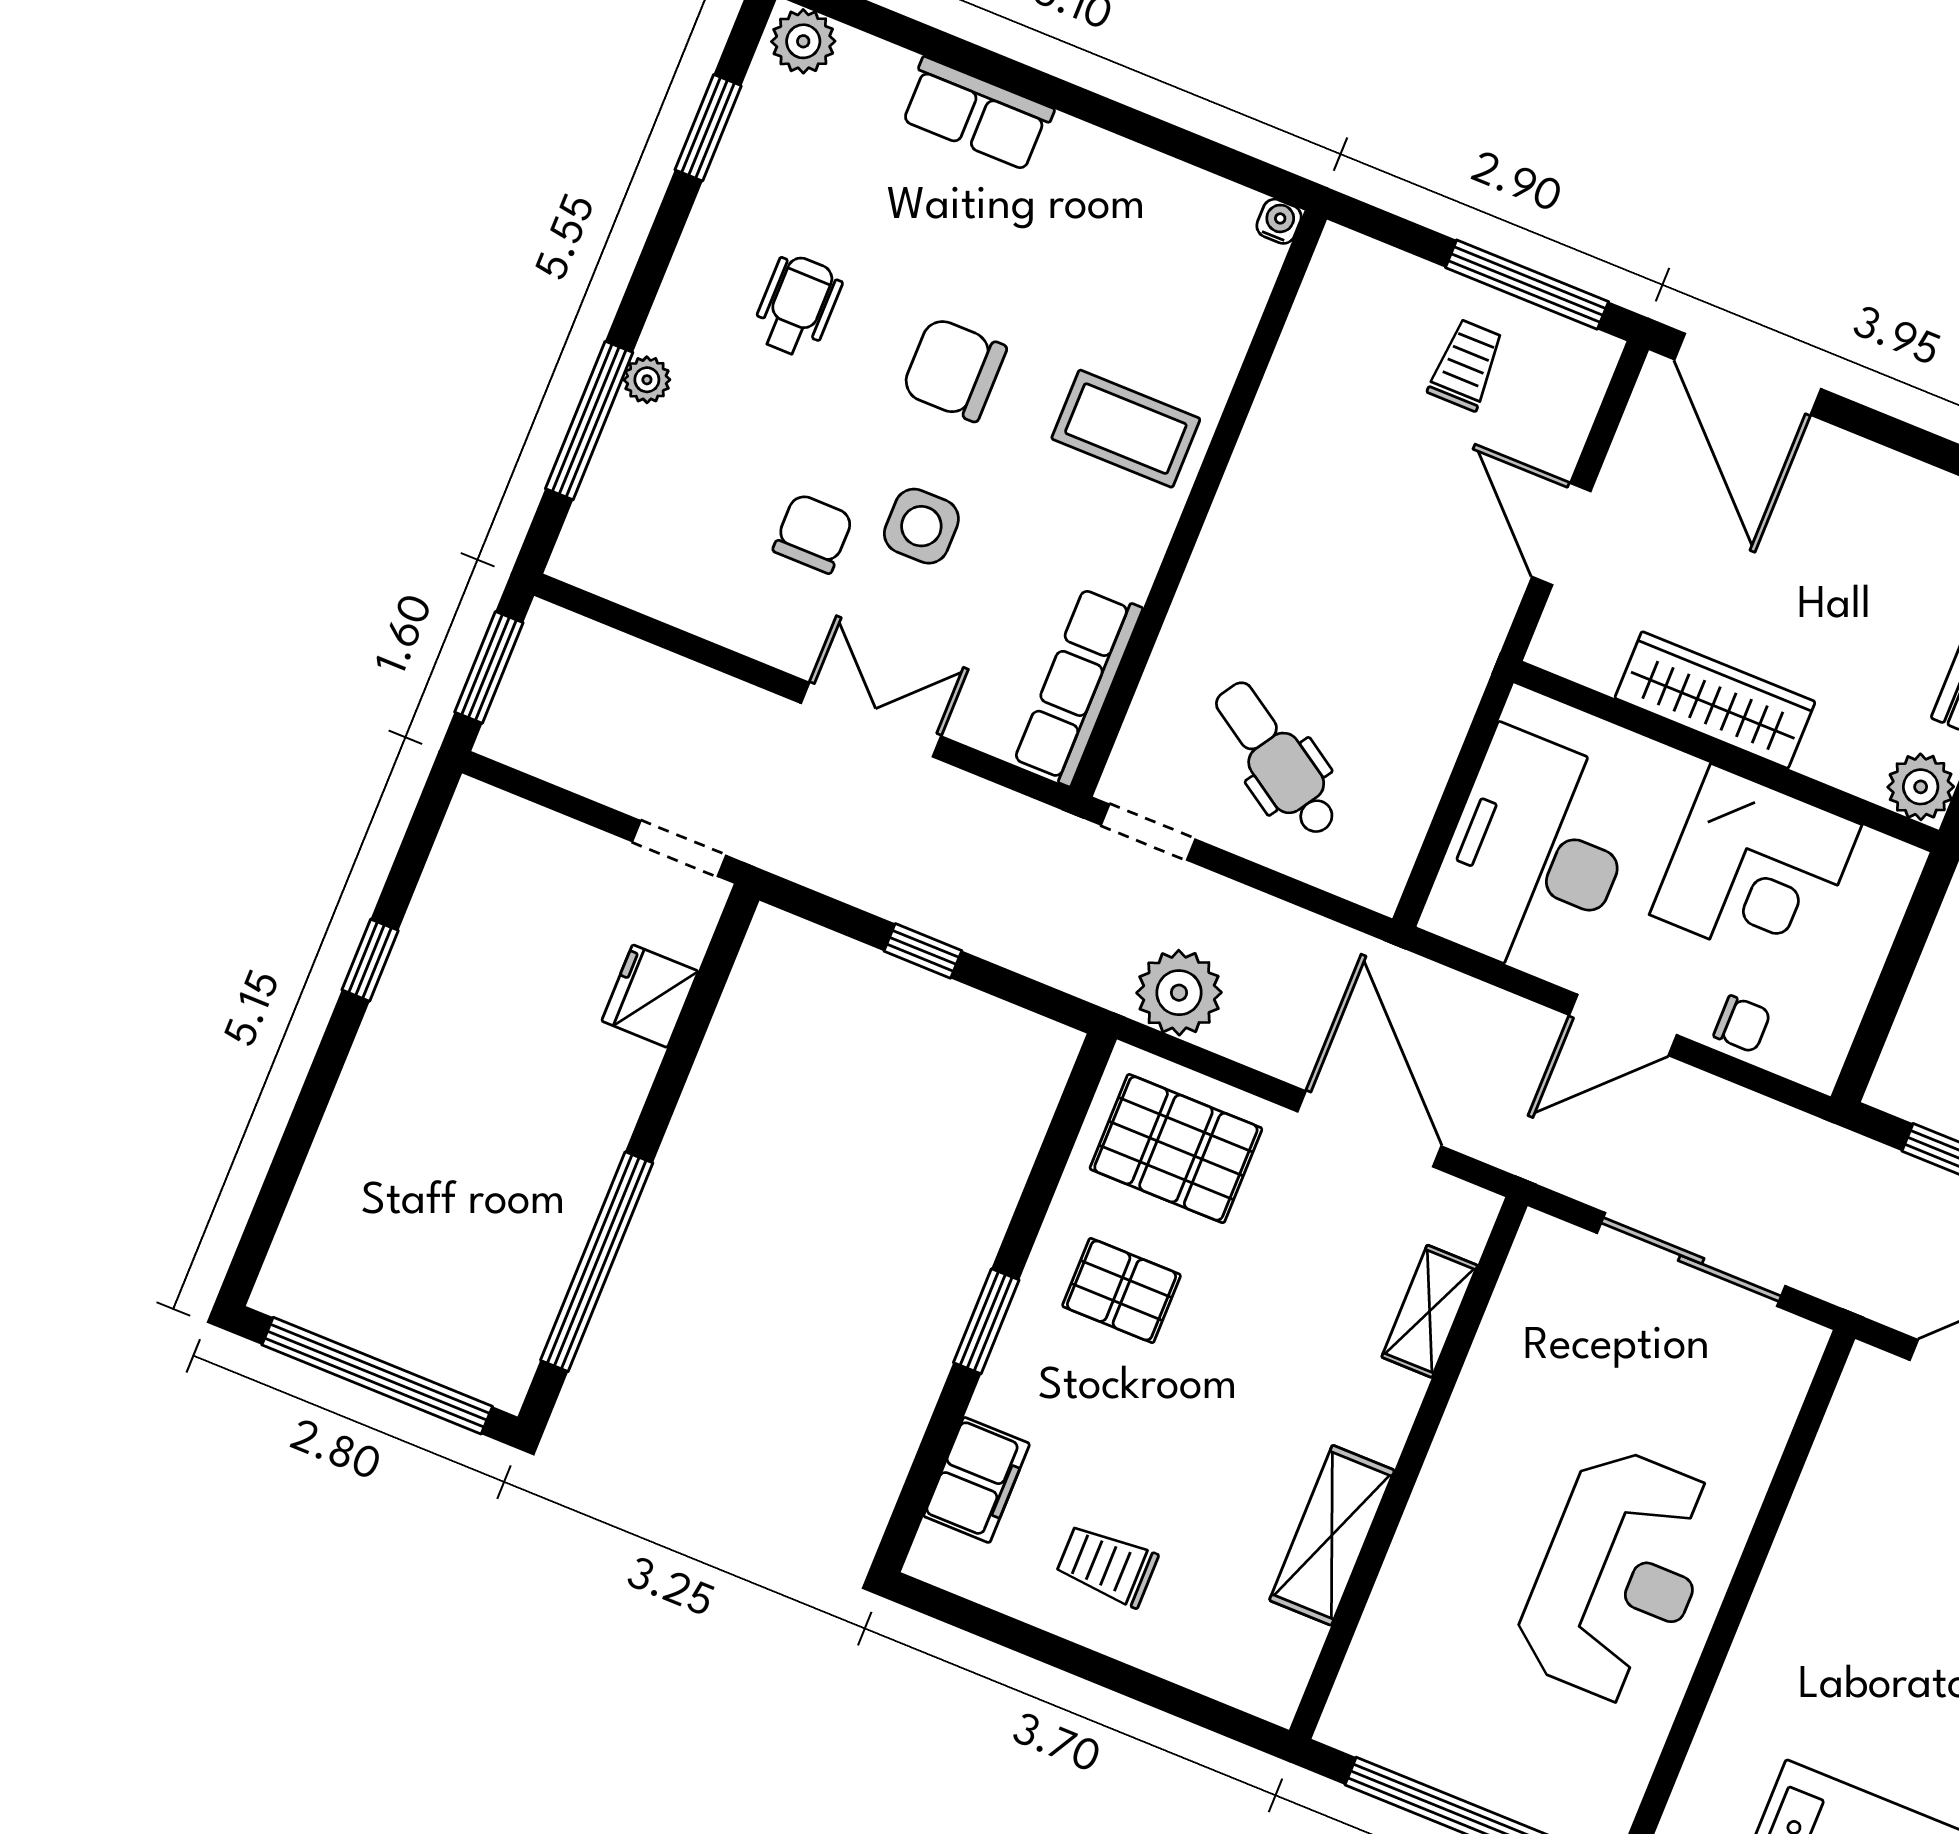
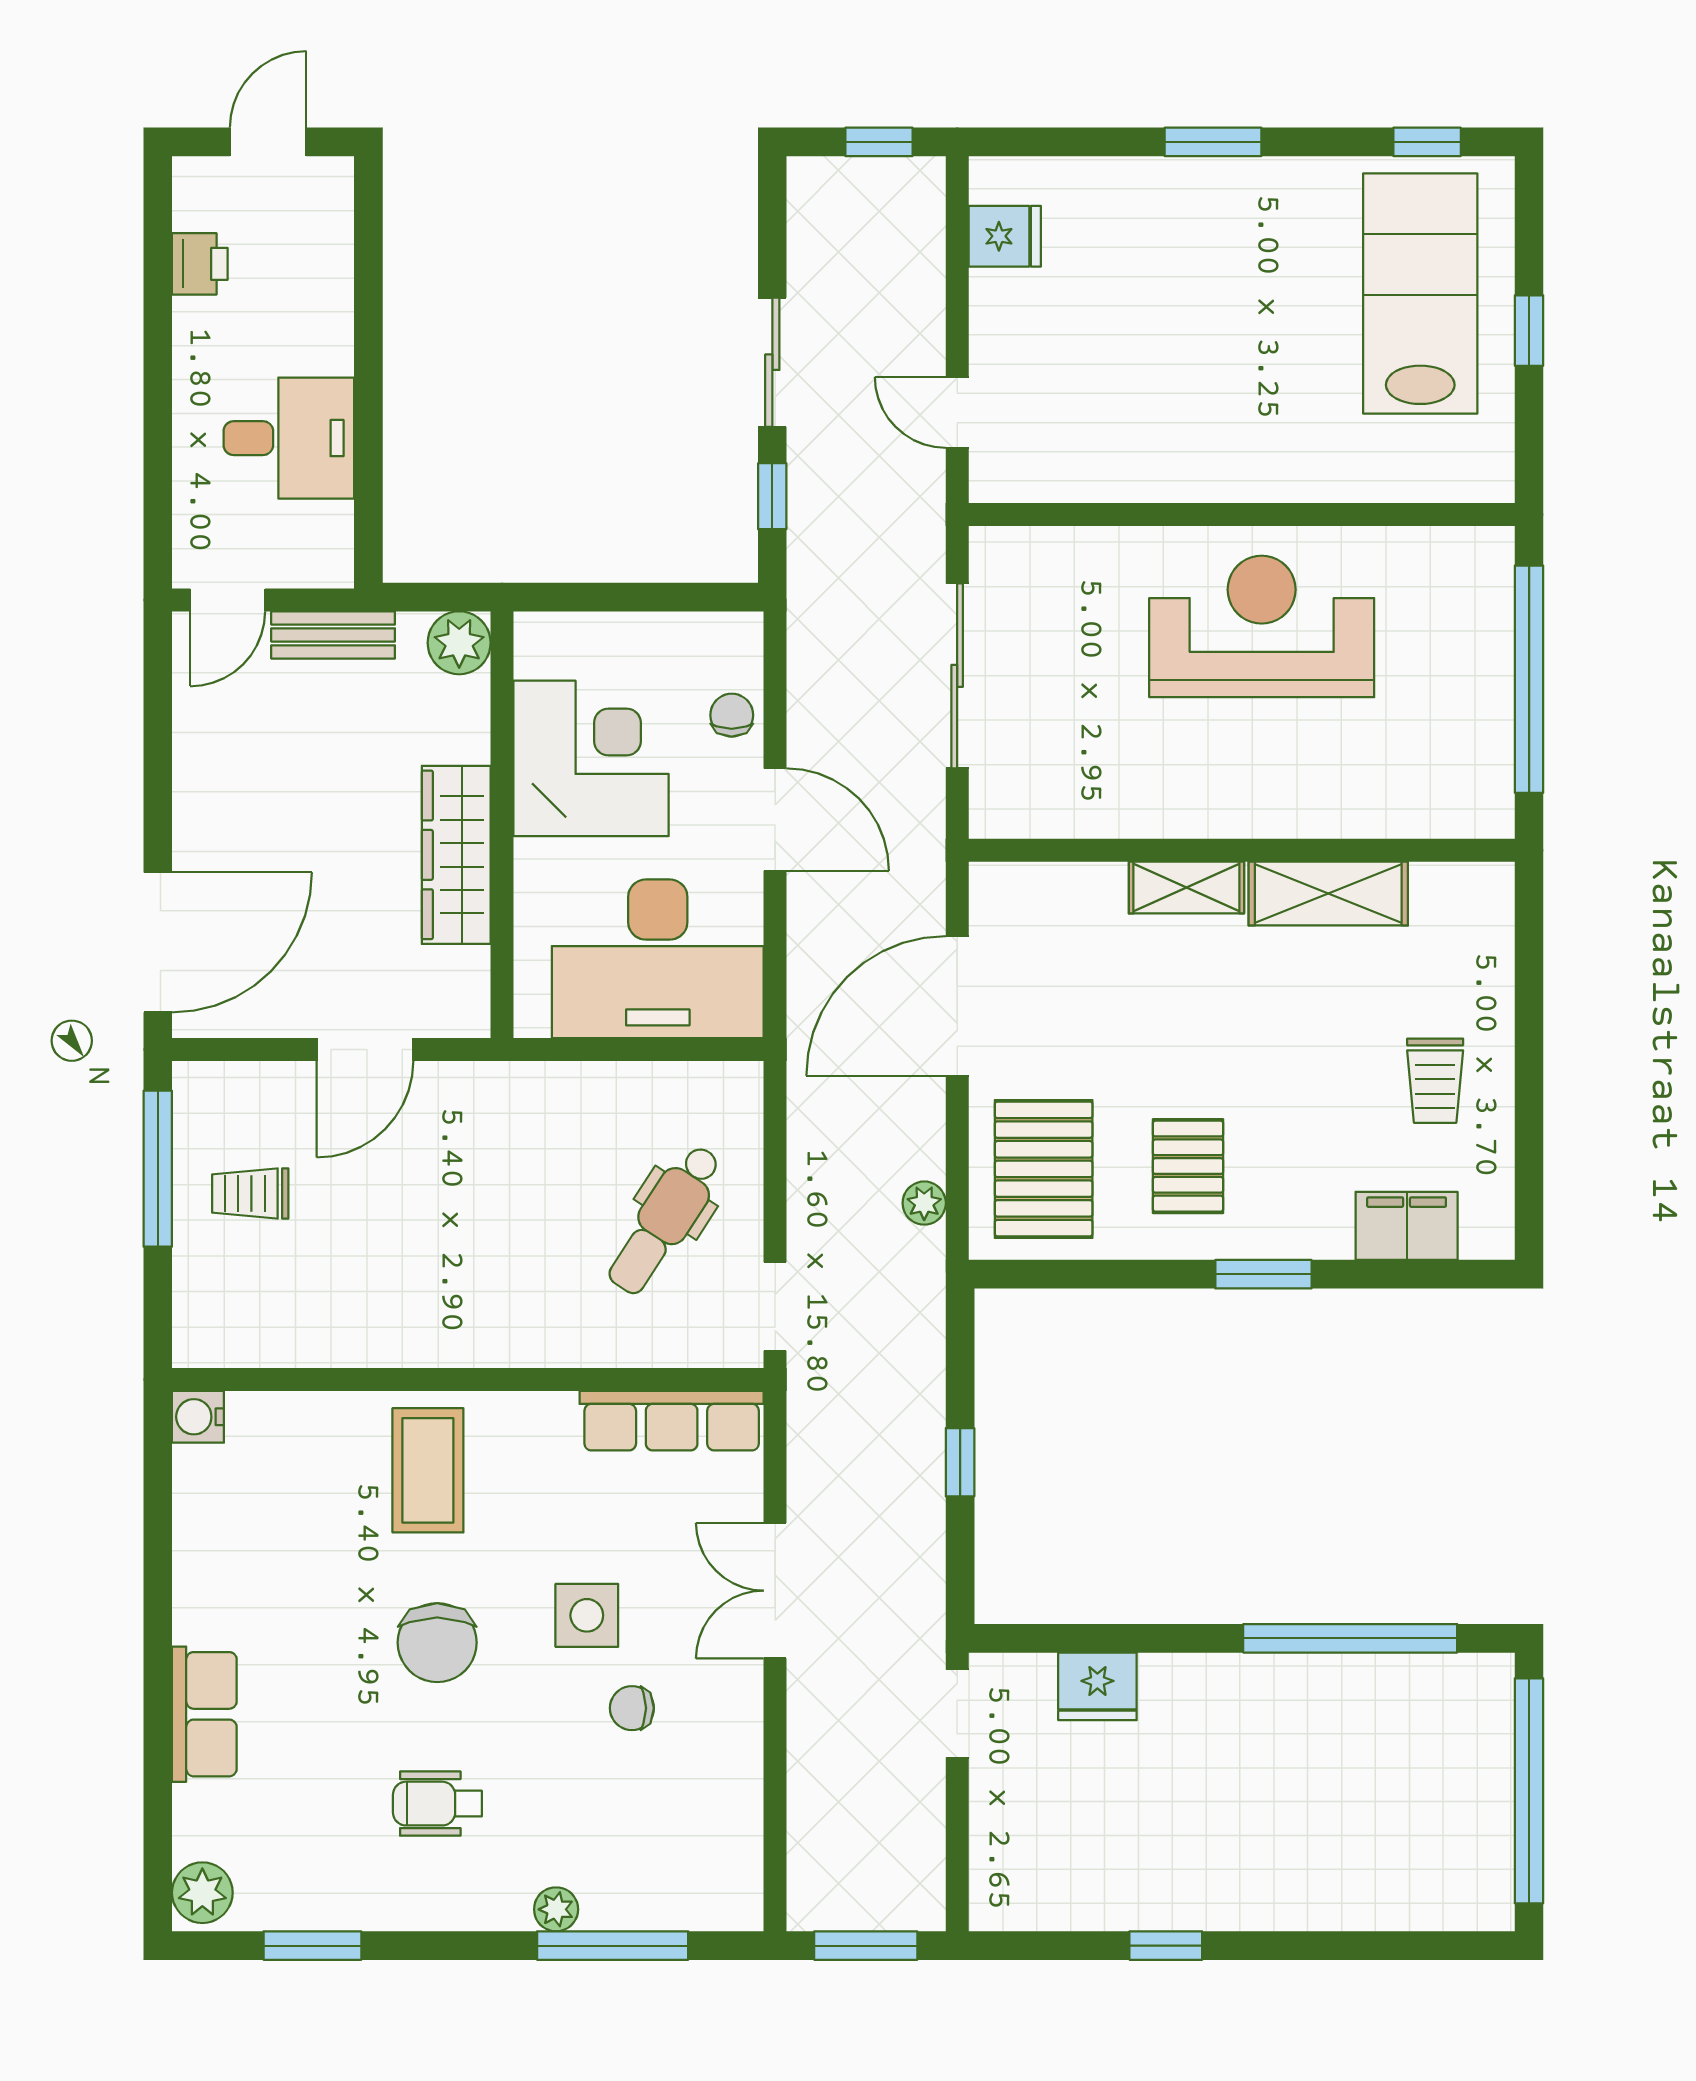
water cooler: (1279, 221) -> (198, 1417), width x1.38, depth x1.38
chair: (813, 533) -> (632, 1708), width x0.73, depth x0.73
plant: (1179, 993) -> (924, 1203), width x0.53, depth x0.53
shelving: (1430, 1311) -> (1186, 888), moved

